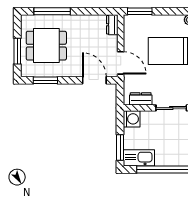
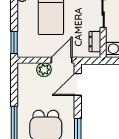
dresser: (112, 25) -> (27, 68), removed
plant: (110, 44) -> (44, 70), added

